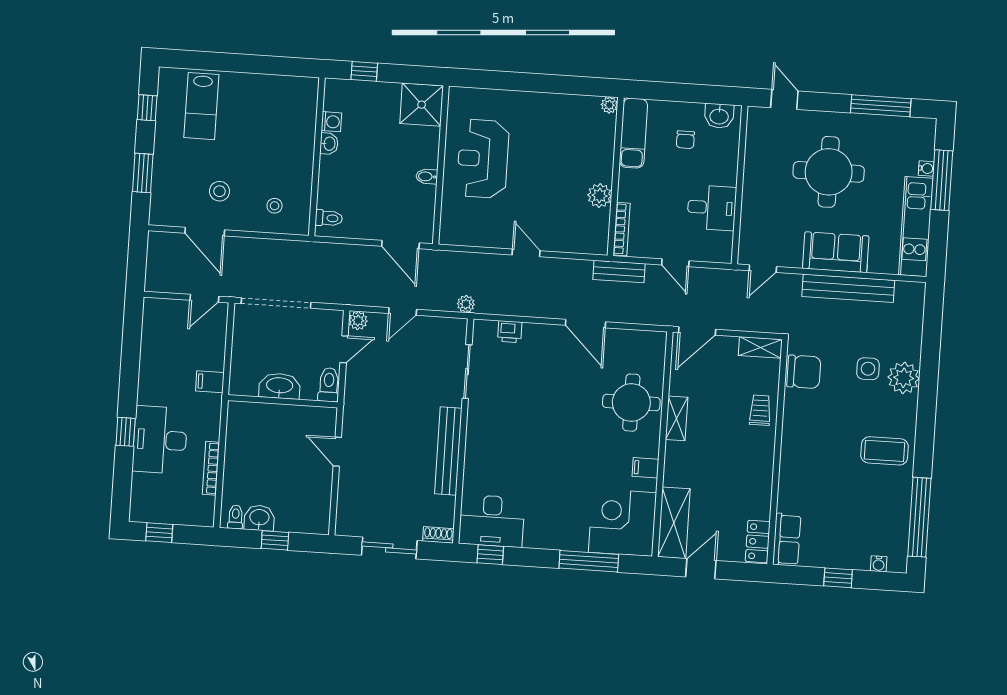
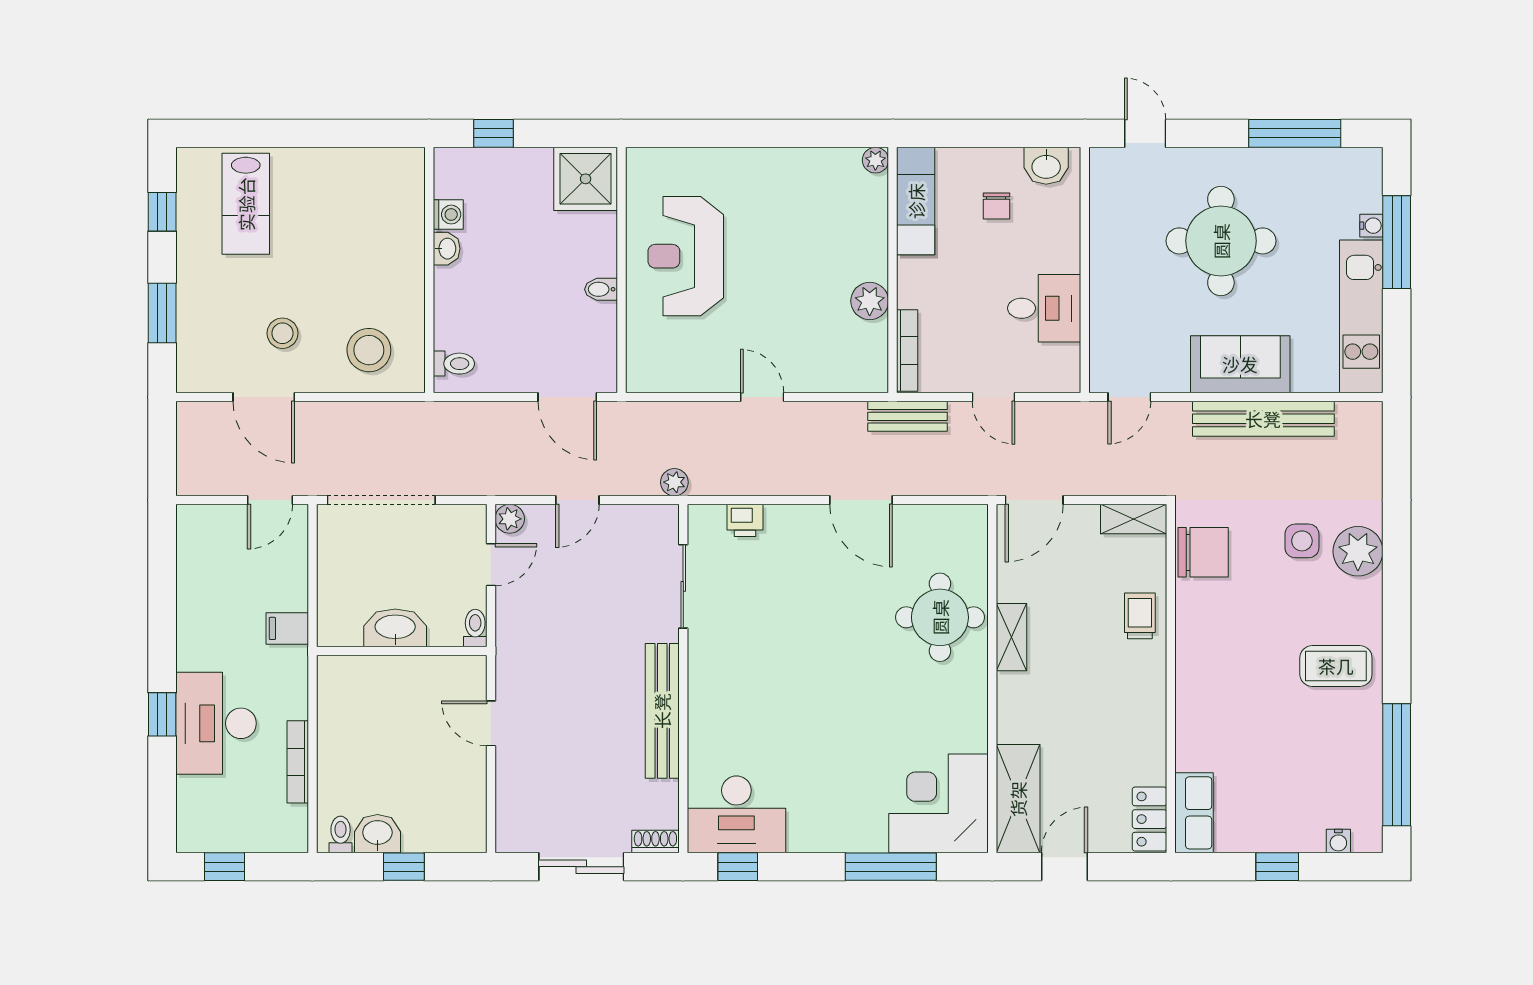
stool: (275, 206) -> (369, 350), width x1.89, depth x1.89
toilet: (329, 385) -> (475, 628), width x0.73, depth x0.72
filing cabinet: (645, 468) -> (968, 717), removed

